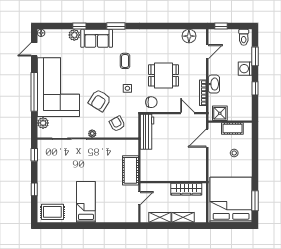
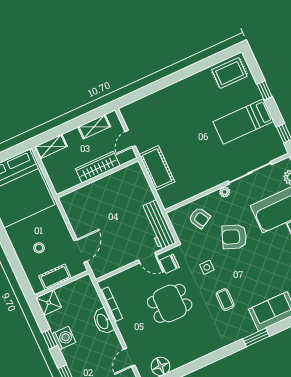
washing machine: (245, 69) -> (64, 338), moved
armchair: (100, 100) -> (234, 237), turned -101
door: (187, 113) -> (147, 258), moved
shower: (220, 113) -> (49, 303), moved
wardrobe: (186, 189) -> (98, 167), moved
bed: (86, 202) -> (243, 121), moved, turned 90
shelving: (183, 217) -> (51, 147), moved

